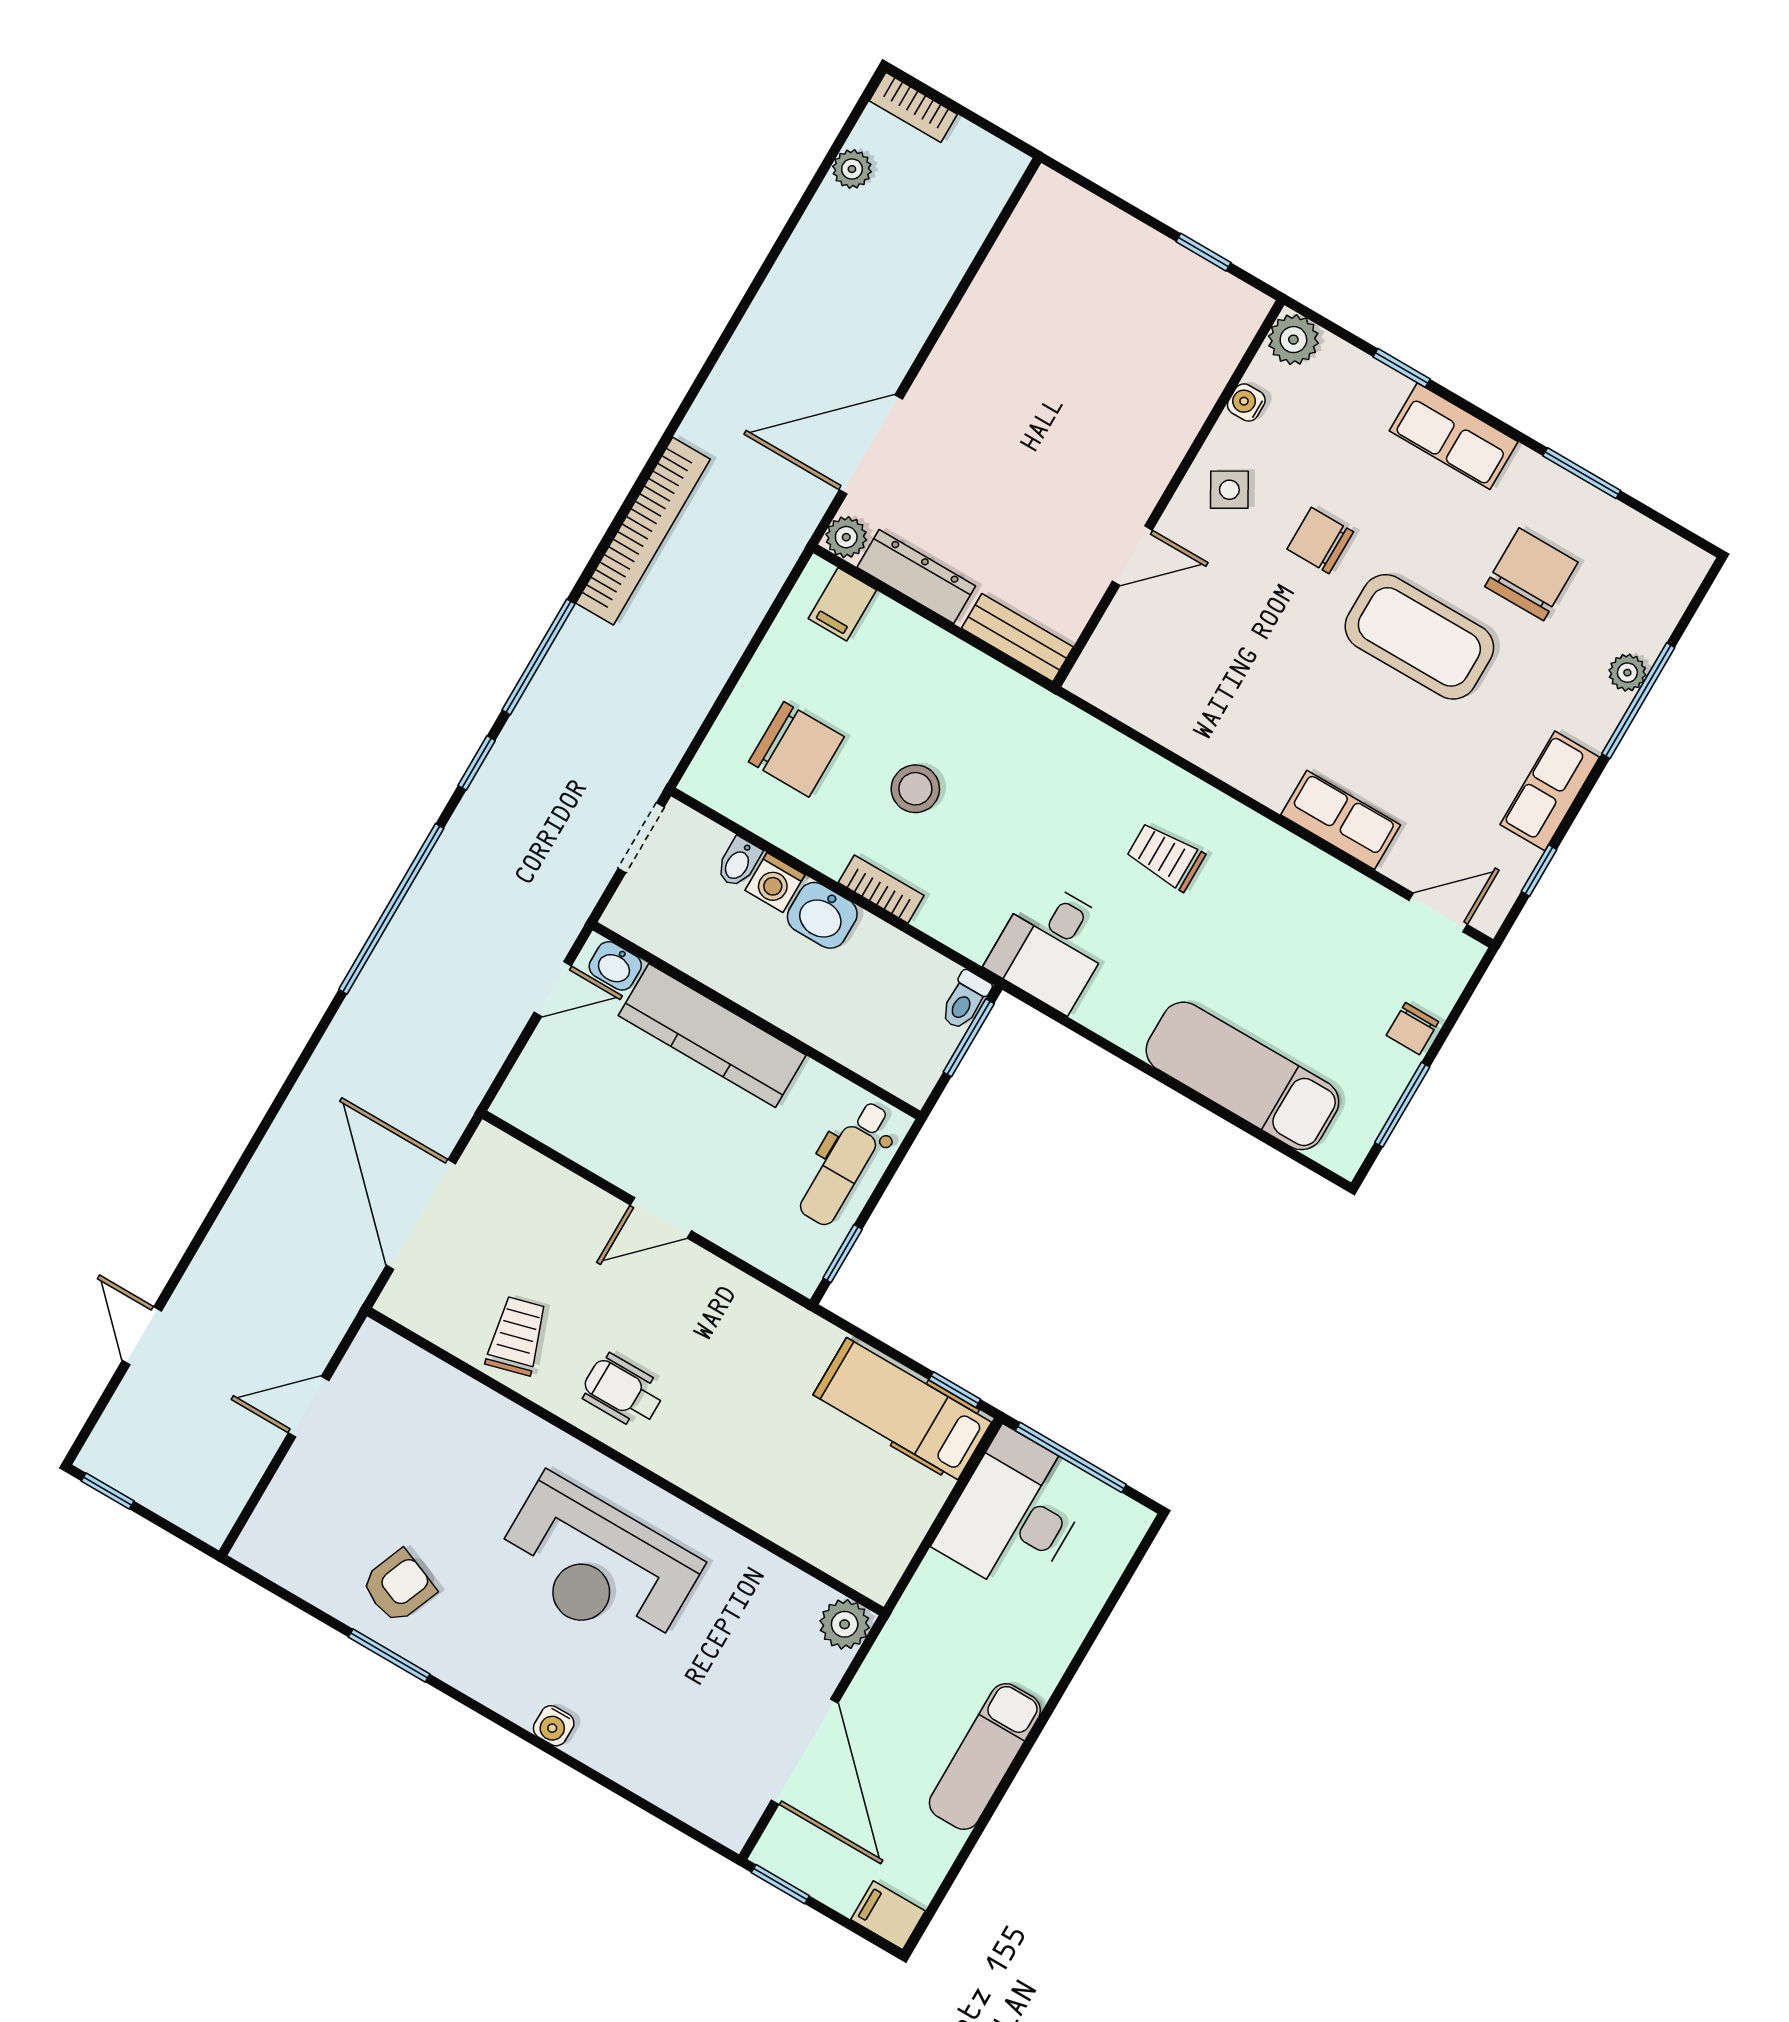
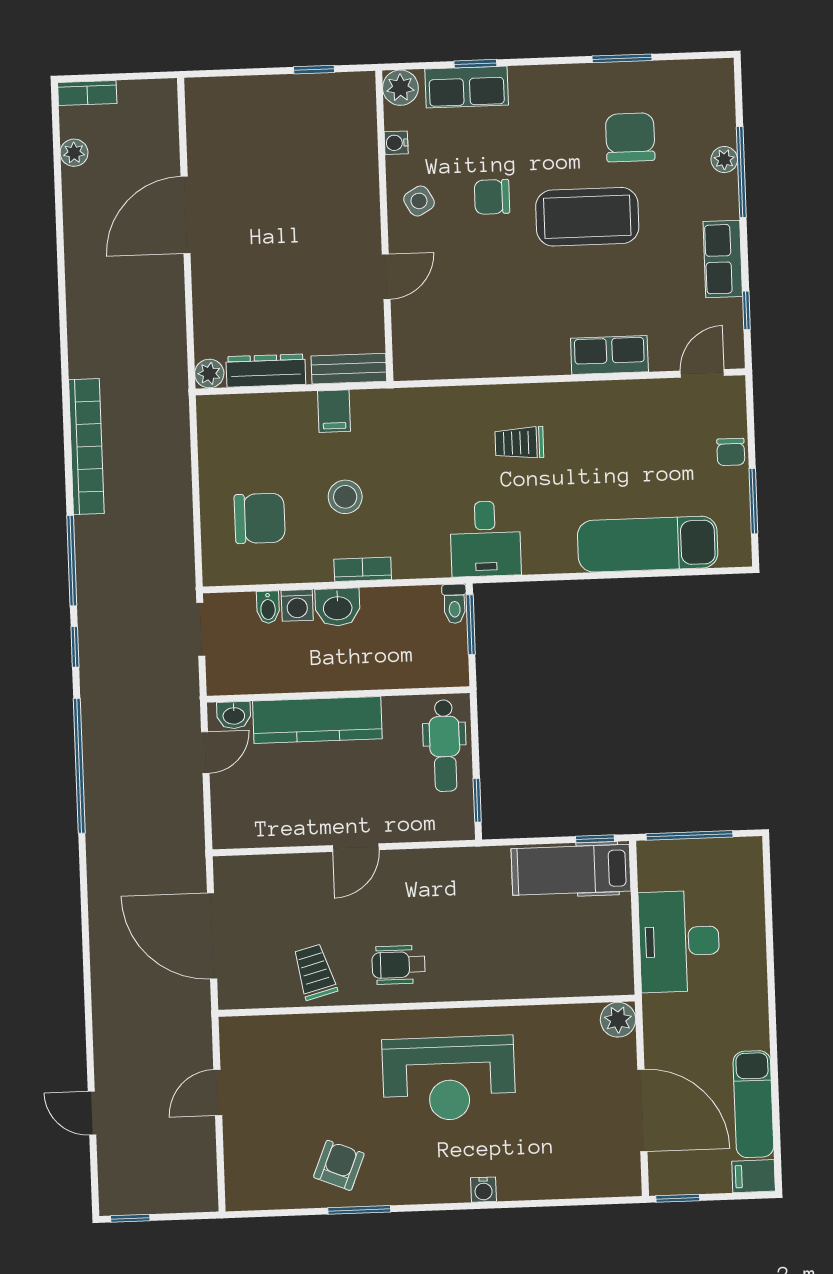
row of seats: (1454, 436) -> (467, 87), moved
door: (871, 444) -> (186, 215), moved
filing cabinet: (842, 604) -> (334, 411), moved
desk: (1015, 1513) -> (679, 941), moved
exam couch: (985, 1757) -> (753, 1104), moved

